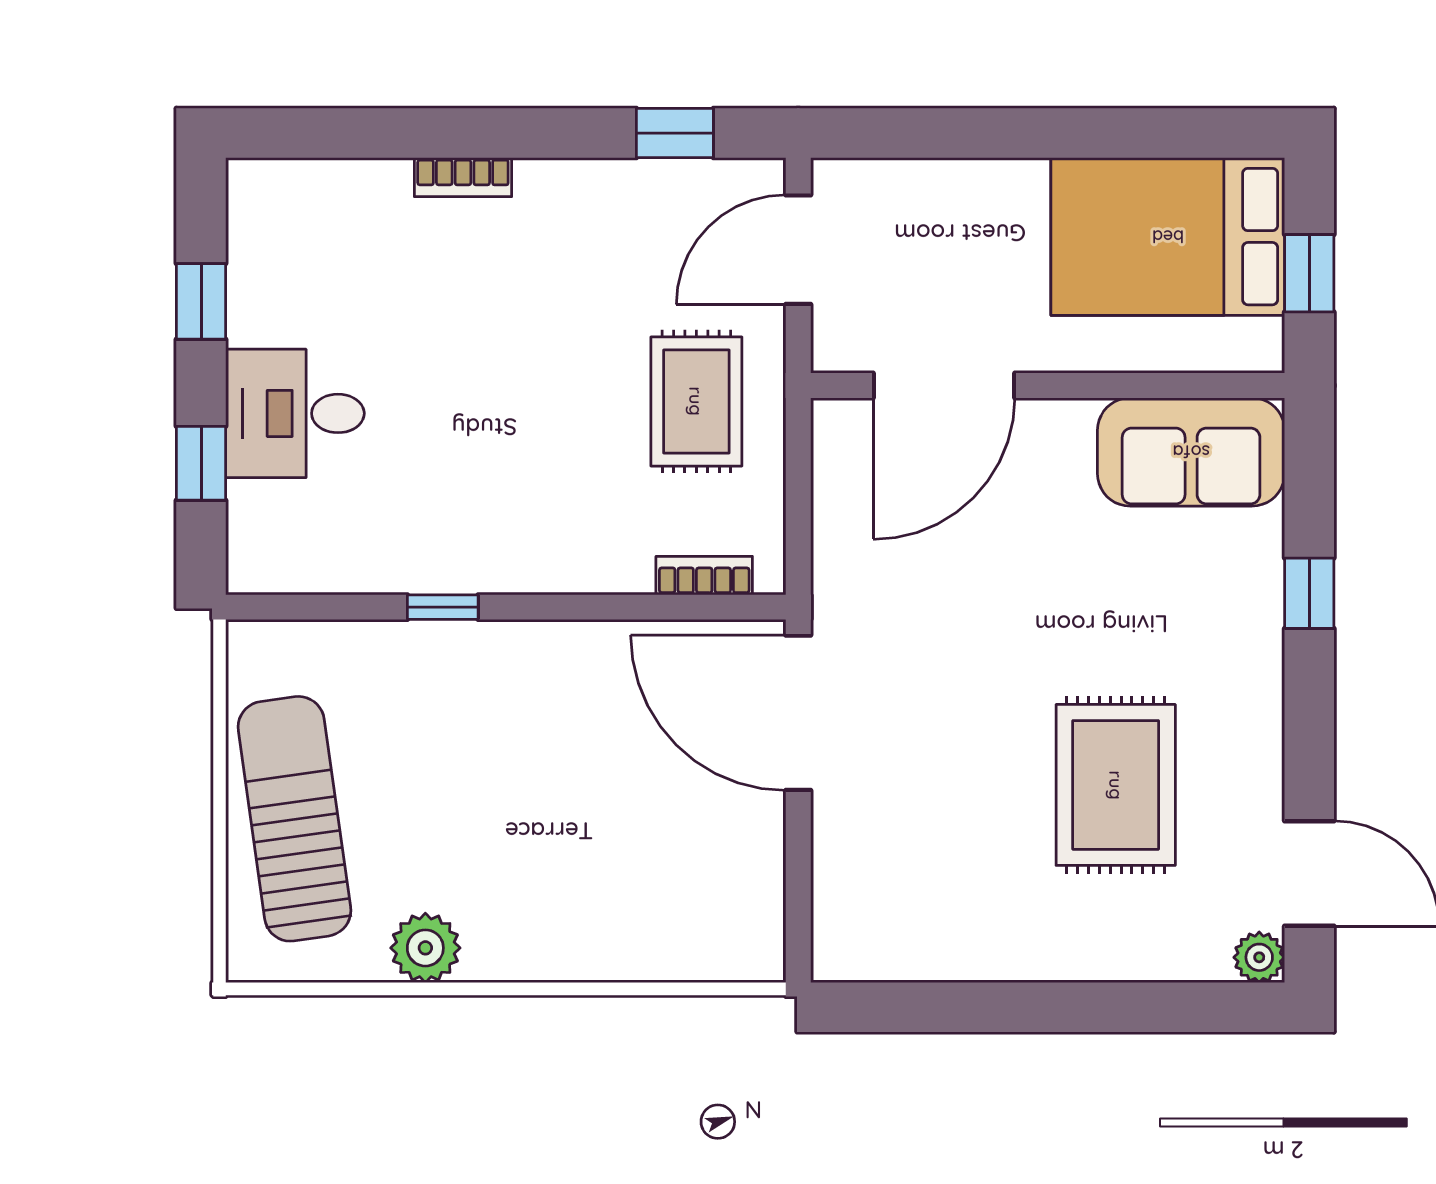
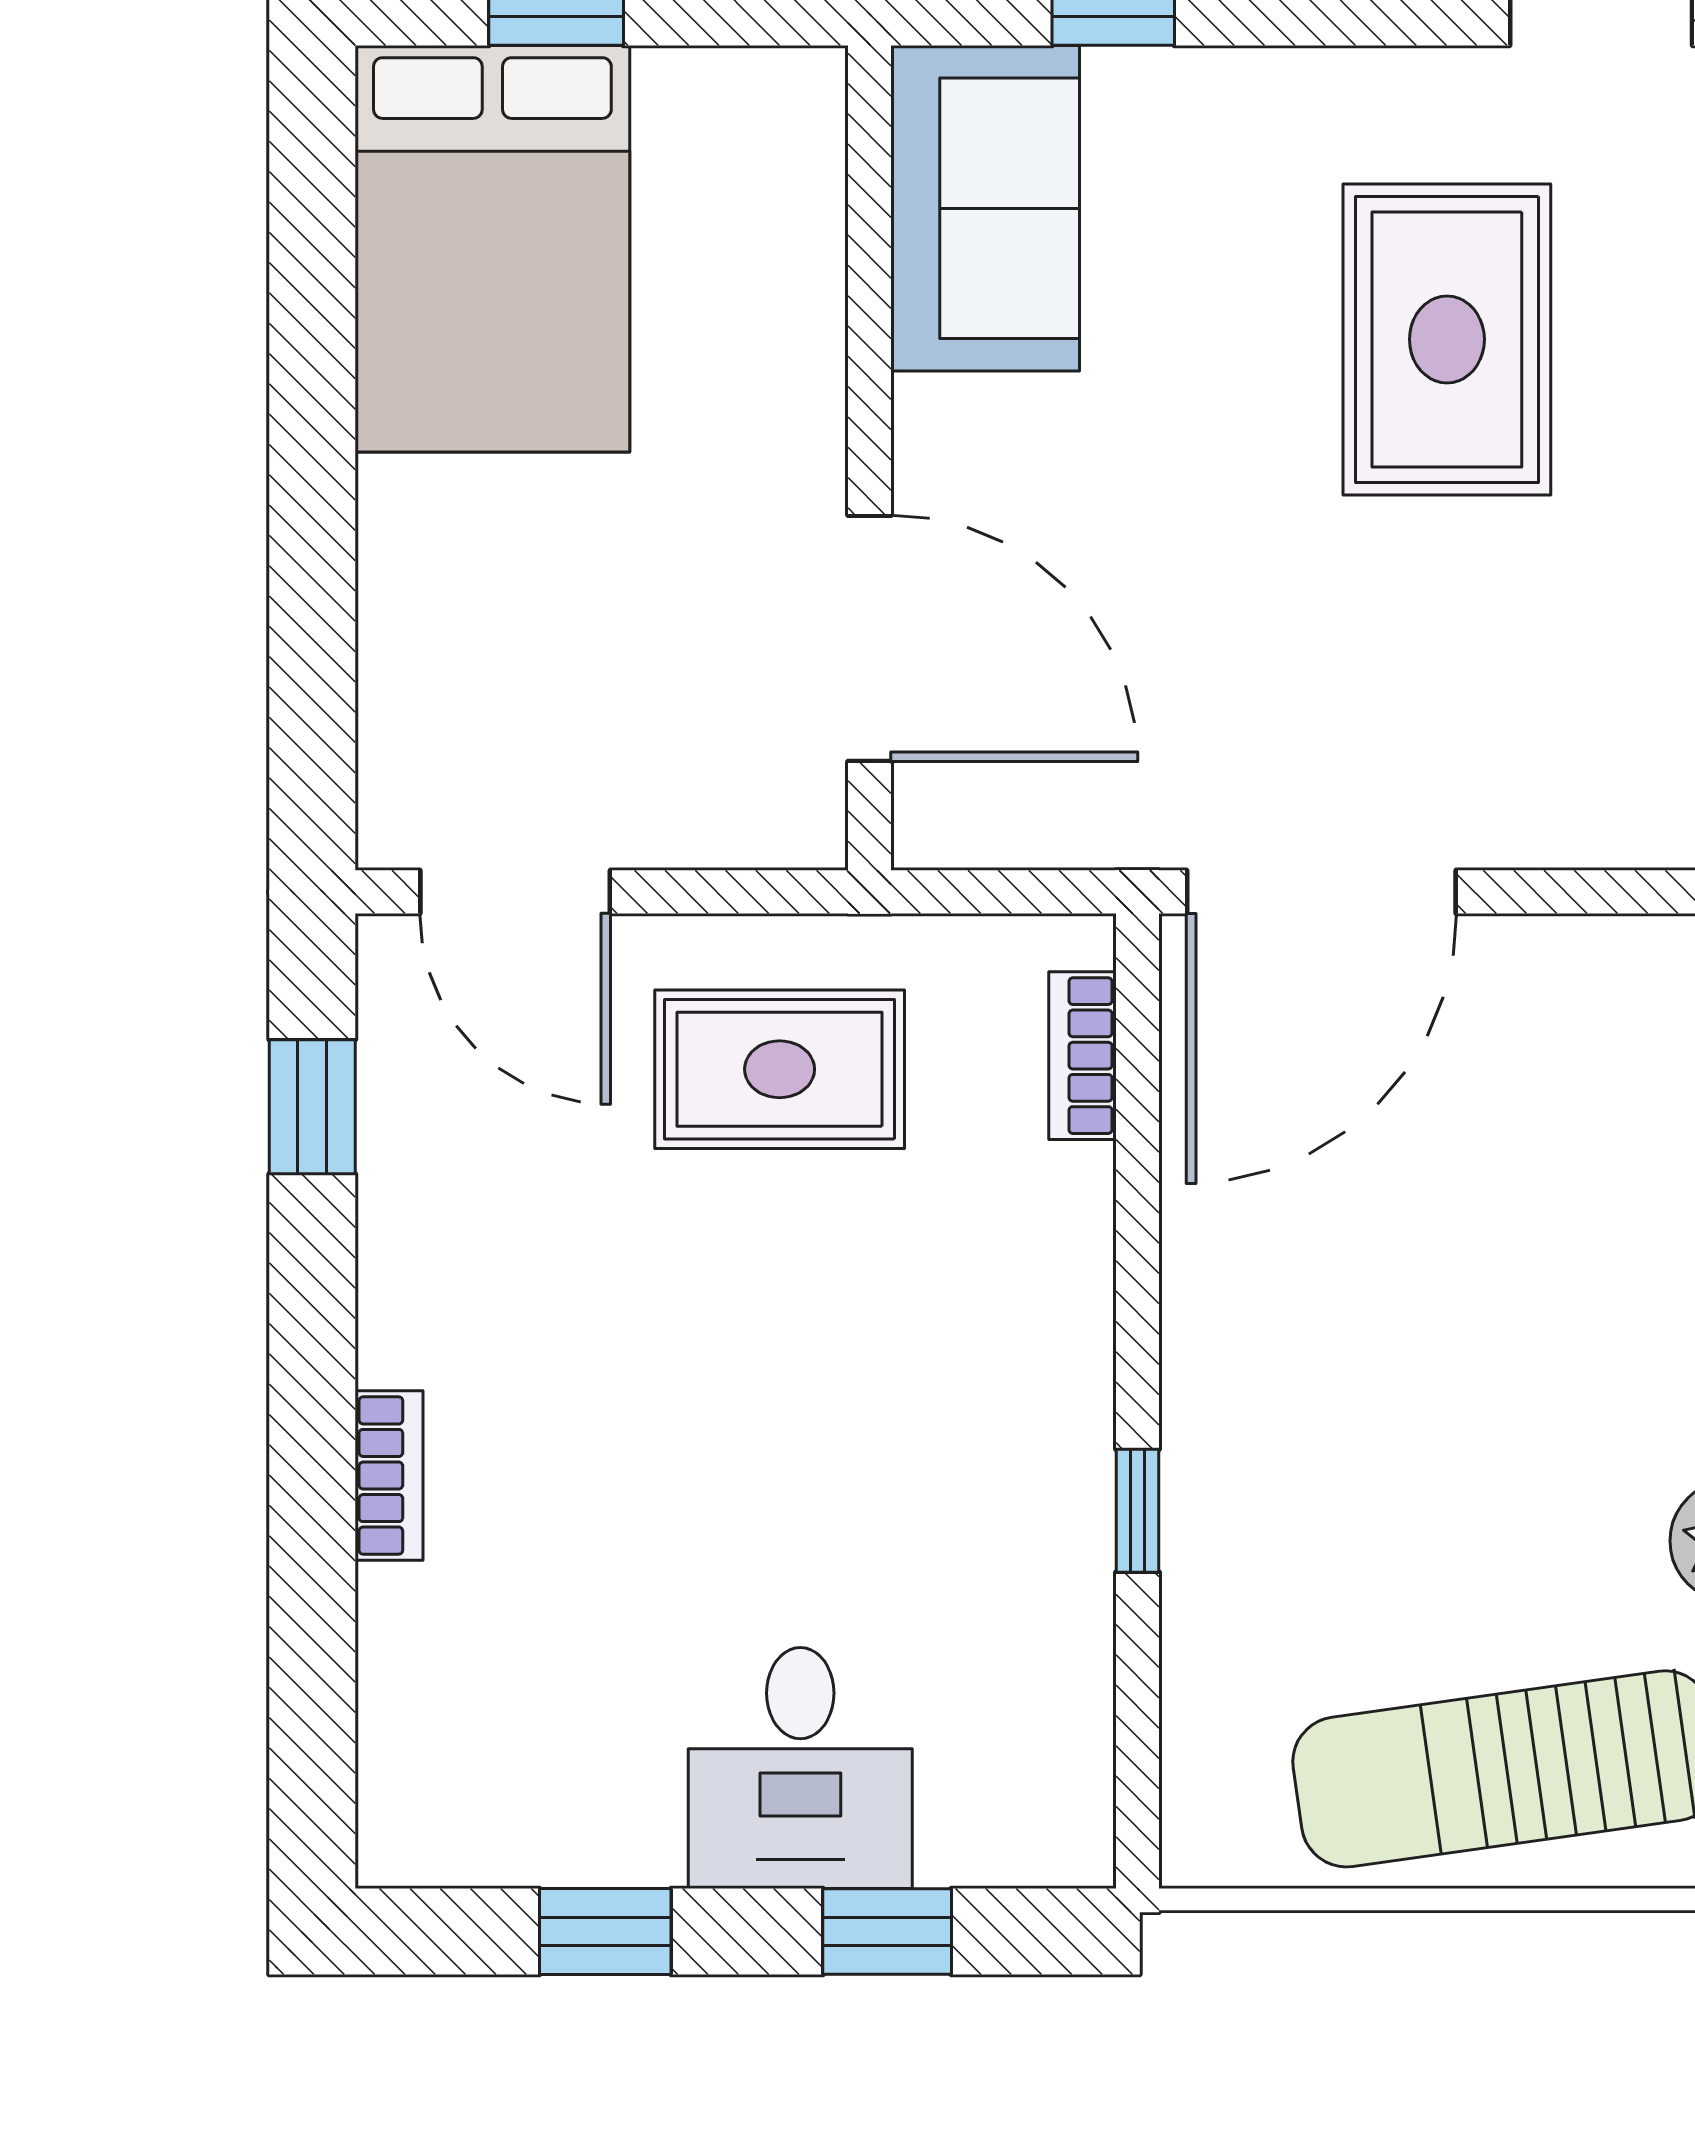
door: (944, 385) -> (870, 638), moved
wall: (1048, 385) -> (870, 458), moved
sofa: (1191, 452) -> (985, 208), moved
rug: (1116, 785) -> (1447, 339), turned 90

